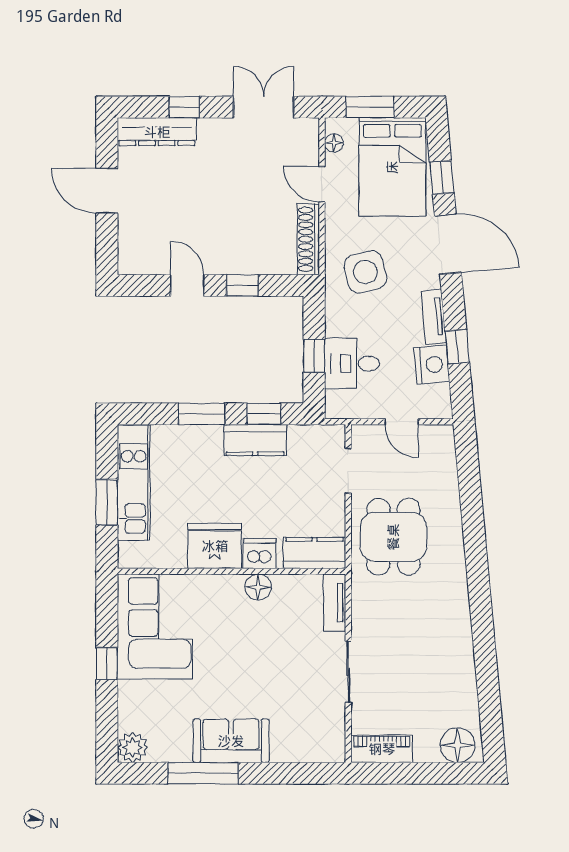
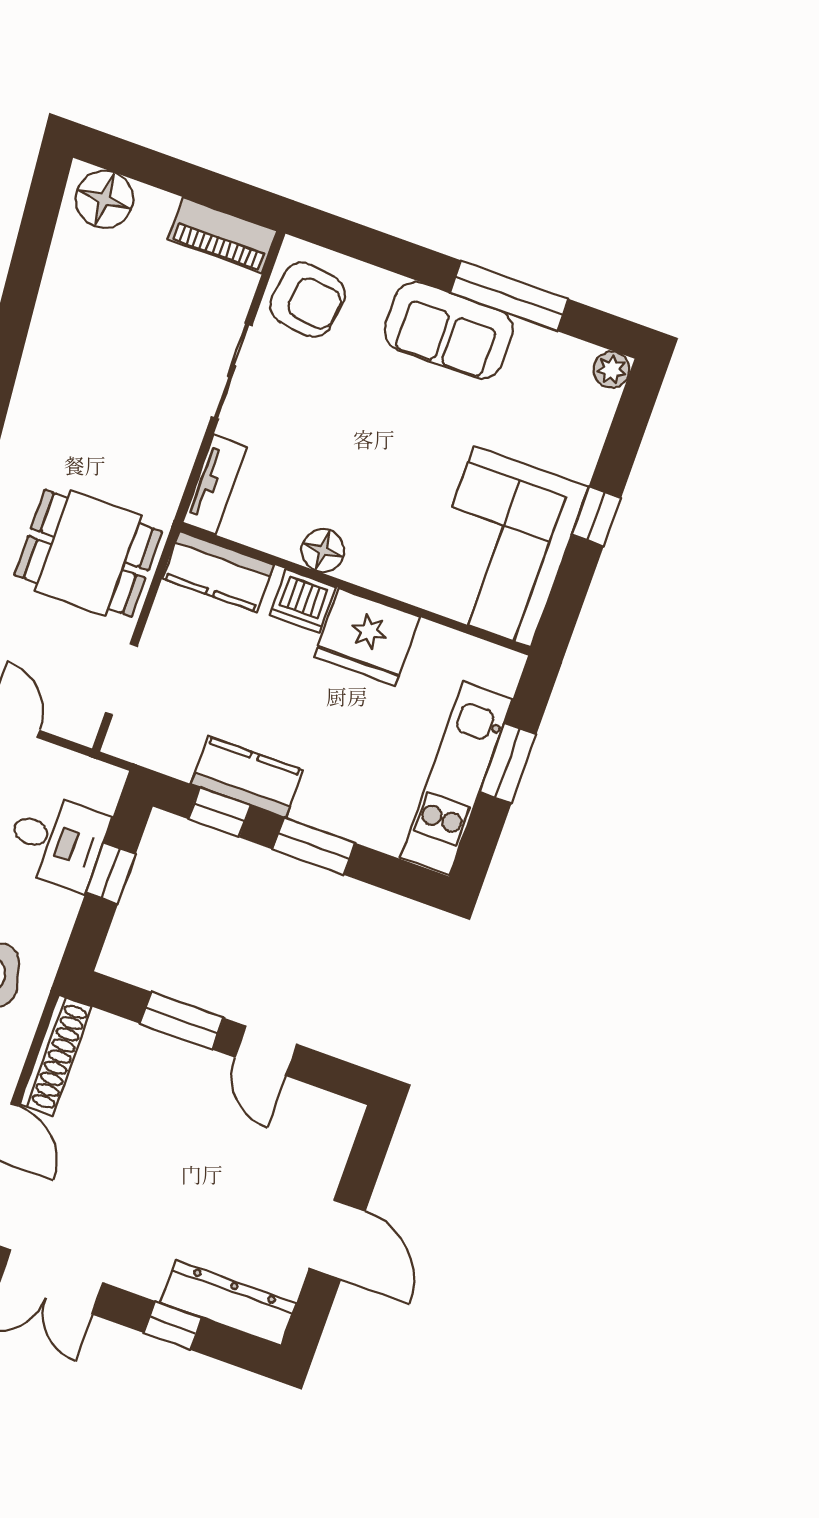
window: (242, 285) -> (182, 1021), width x1.50
dining table: (393, 537) -> (88, 553), turned 90
armchair: (319, 729) -> (308, 300), added
plant: (133, 748) -> (612, 370), width x0.73, depth x0.73

